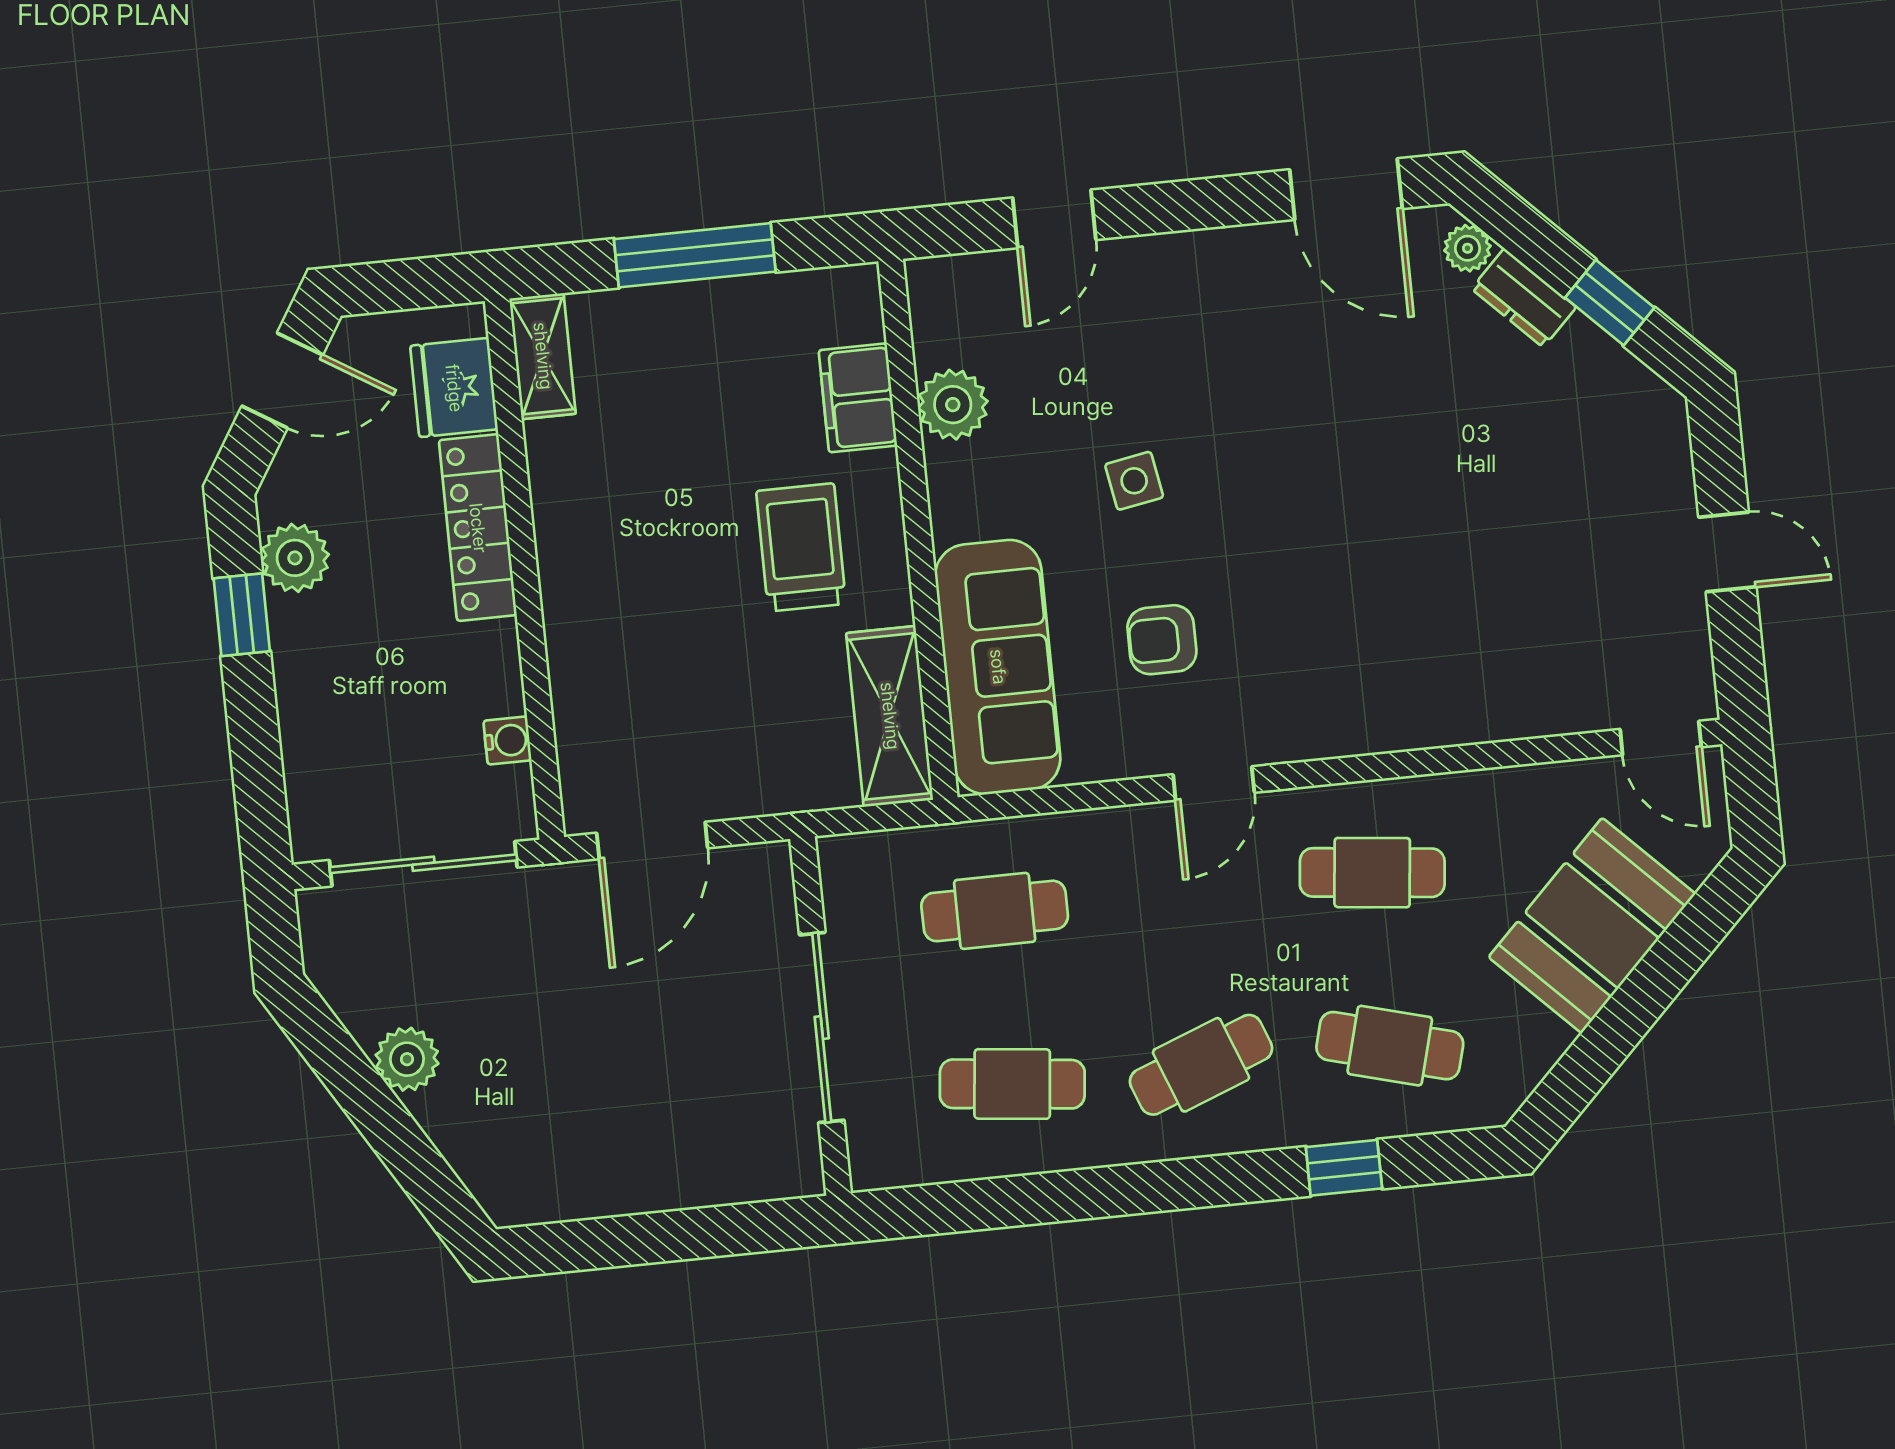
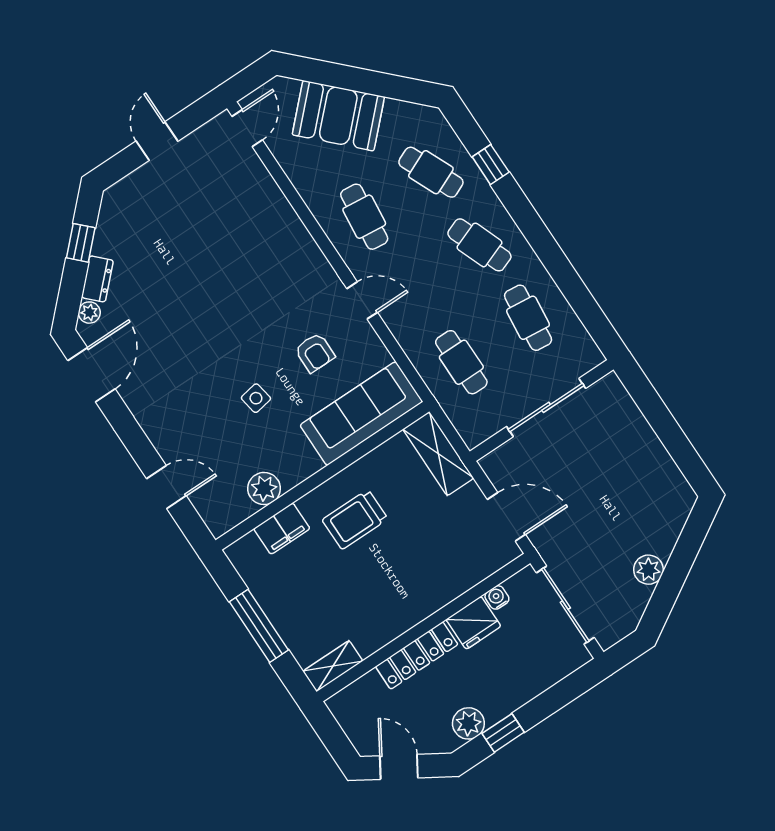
fridge: (454, 388) -> (473, 623), moved
shelving: (890, 716) -> (438, 454), moved, turned 90
cafe table: (1390, 1046) -> (431, 172), turned -39

